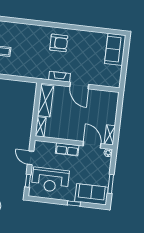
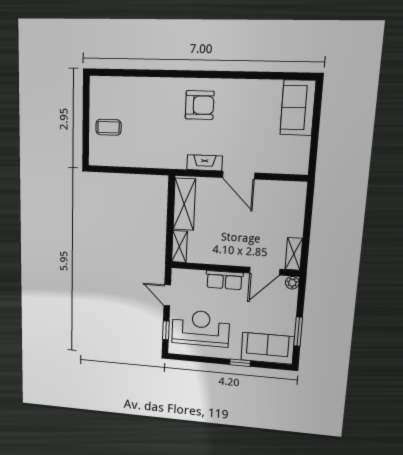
door: (92, 145) -> (265, 271), swing flipped
reception desk: (50, 180) -> (201, 328), turned 180

